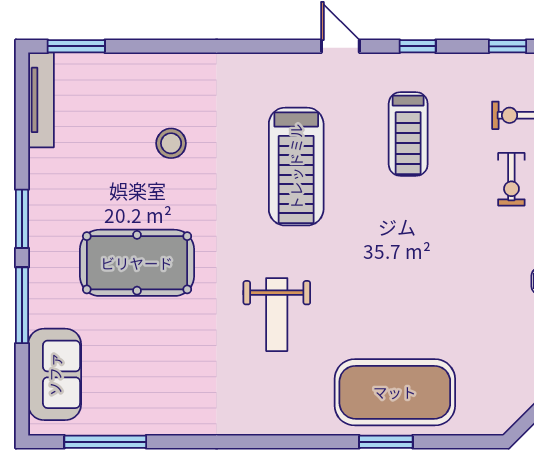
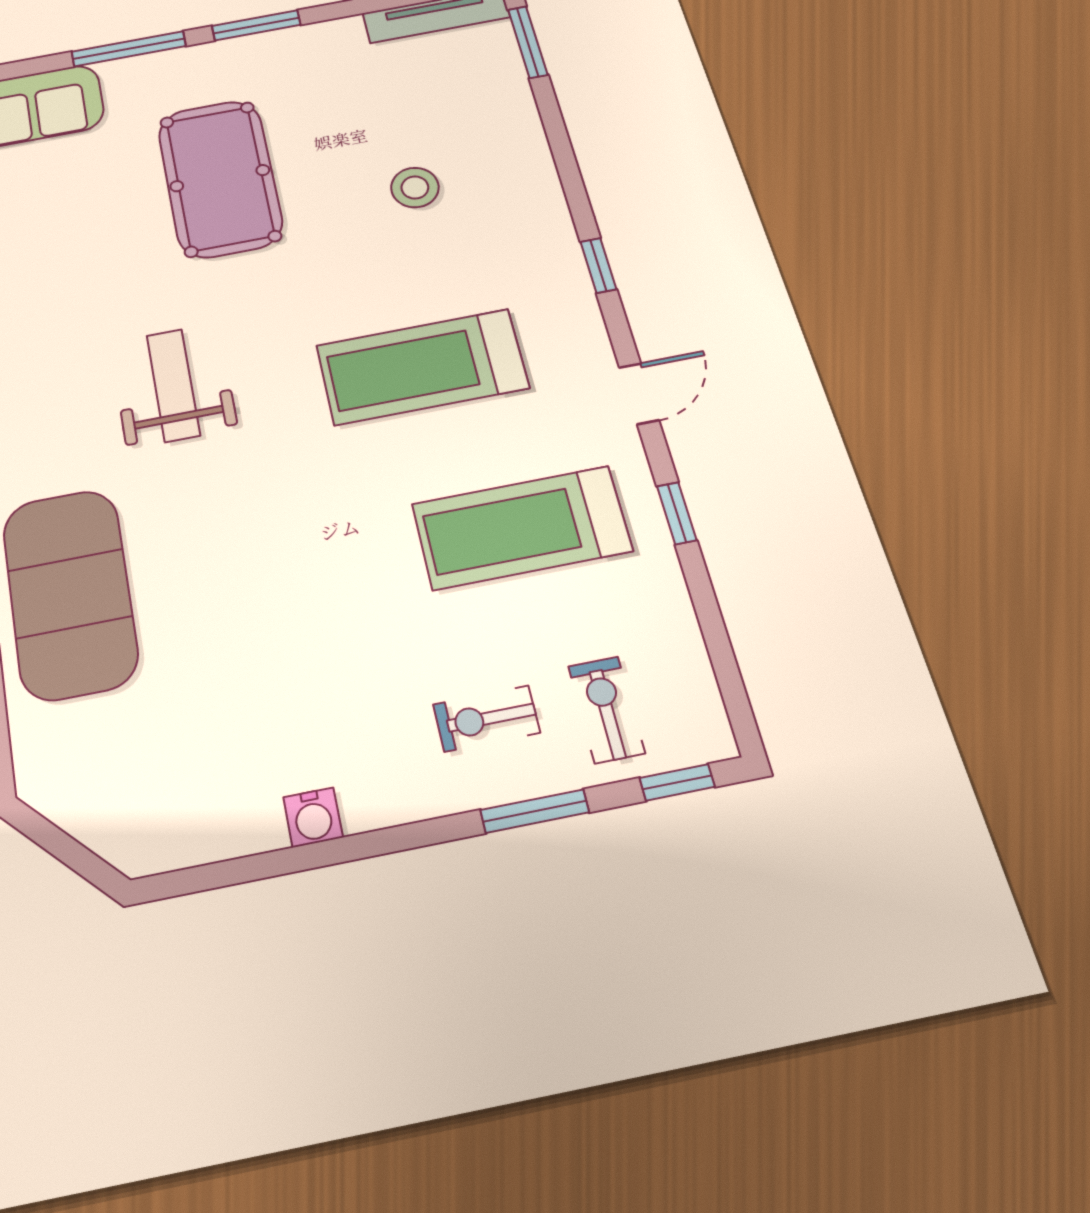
window: (508, 46) -> (598, 265), moved
treadmill: (408, 134) -> (522, 528), width x1.37, depth x1.38
weight bench: (277, 315) -> (173, 385), turned 90

